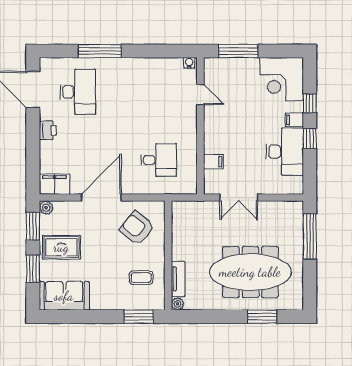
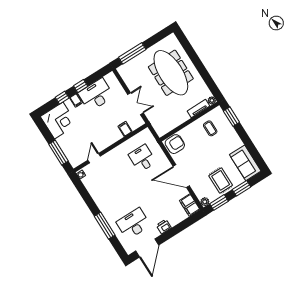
armchair: (137, 228) -> (175, 144), moved, turned -128
window: (262, 317) -> (190, 52), removed

